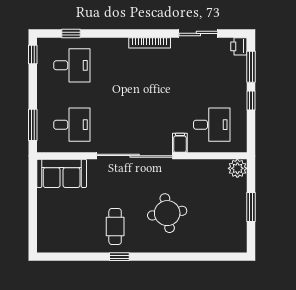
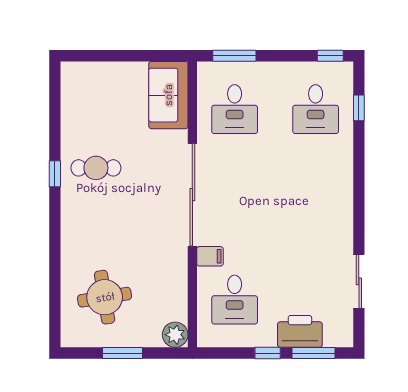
bookcase: (150, 43) -> (346, 215), removed
printer: (239, 46) -> (300, 331), moved, width x1.87, depth x1.48
round table: (167, 213) -> (105, 297), moved

